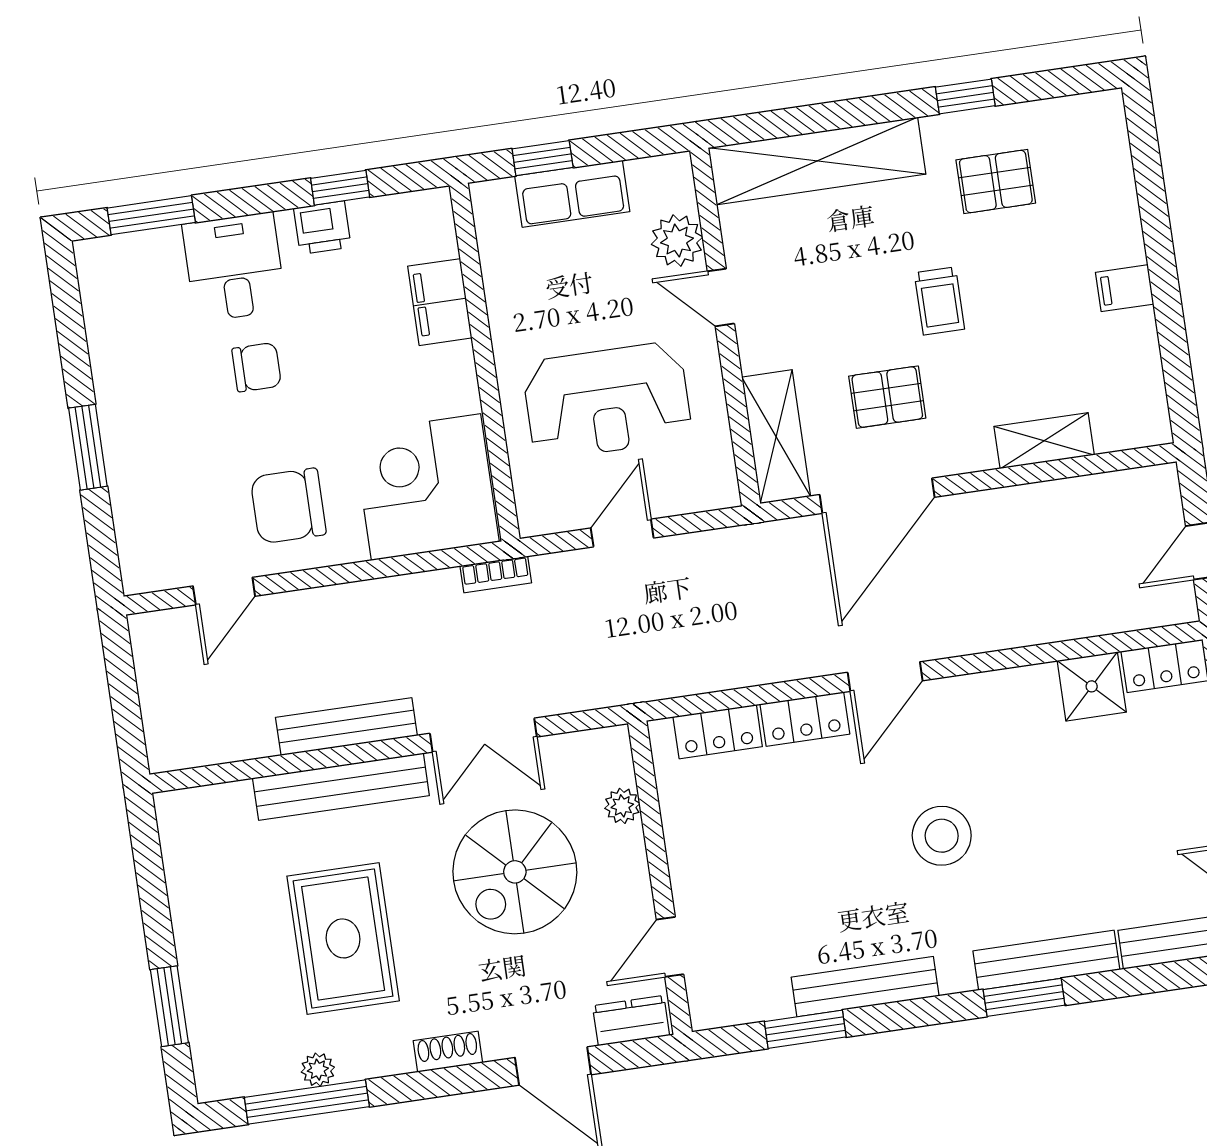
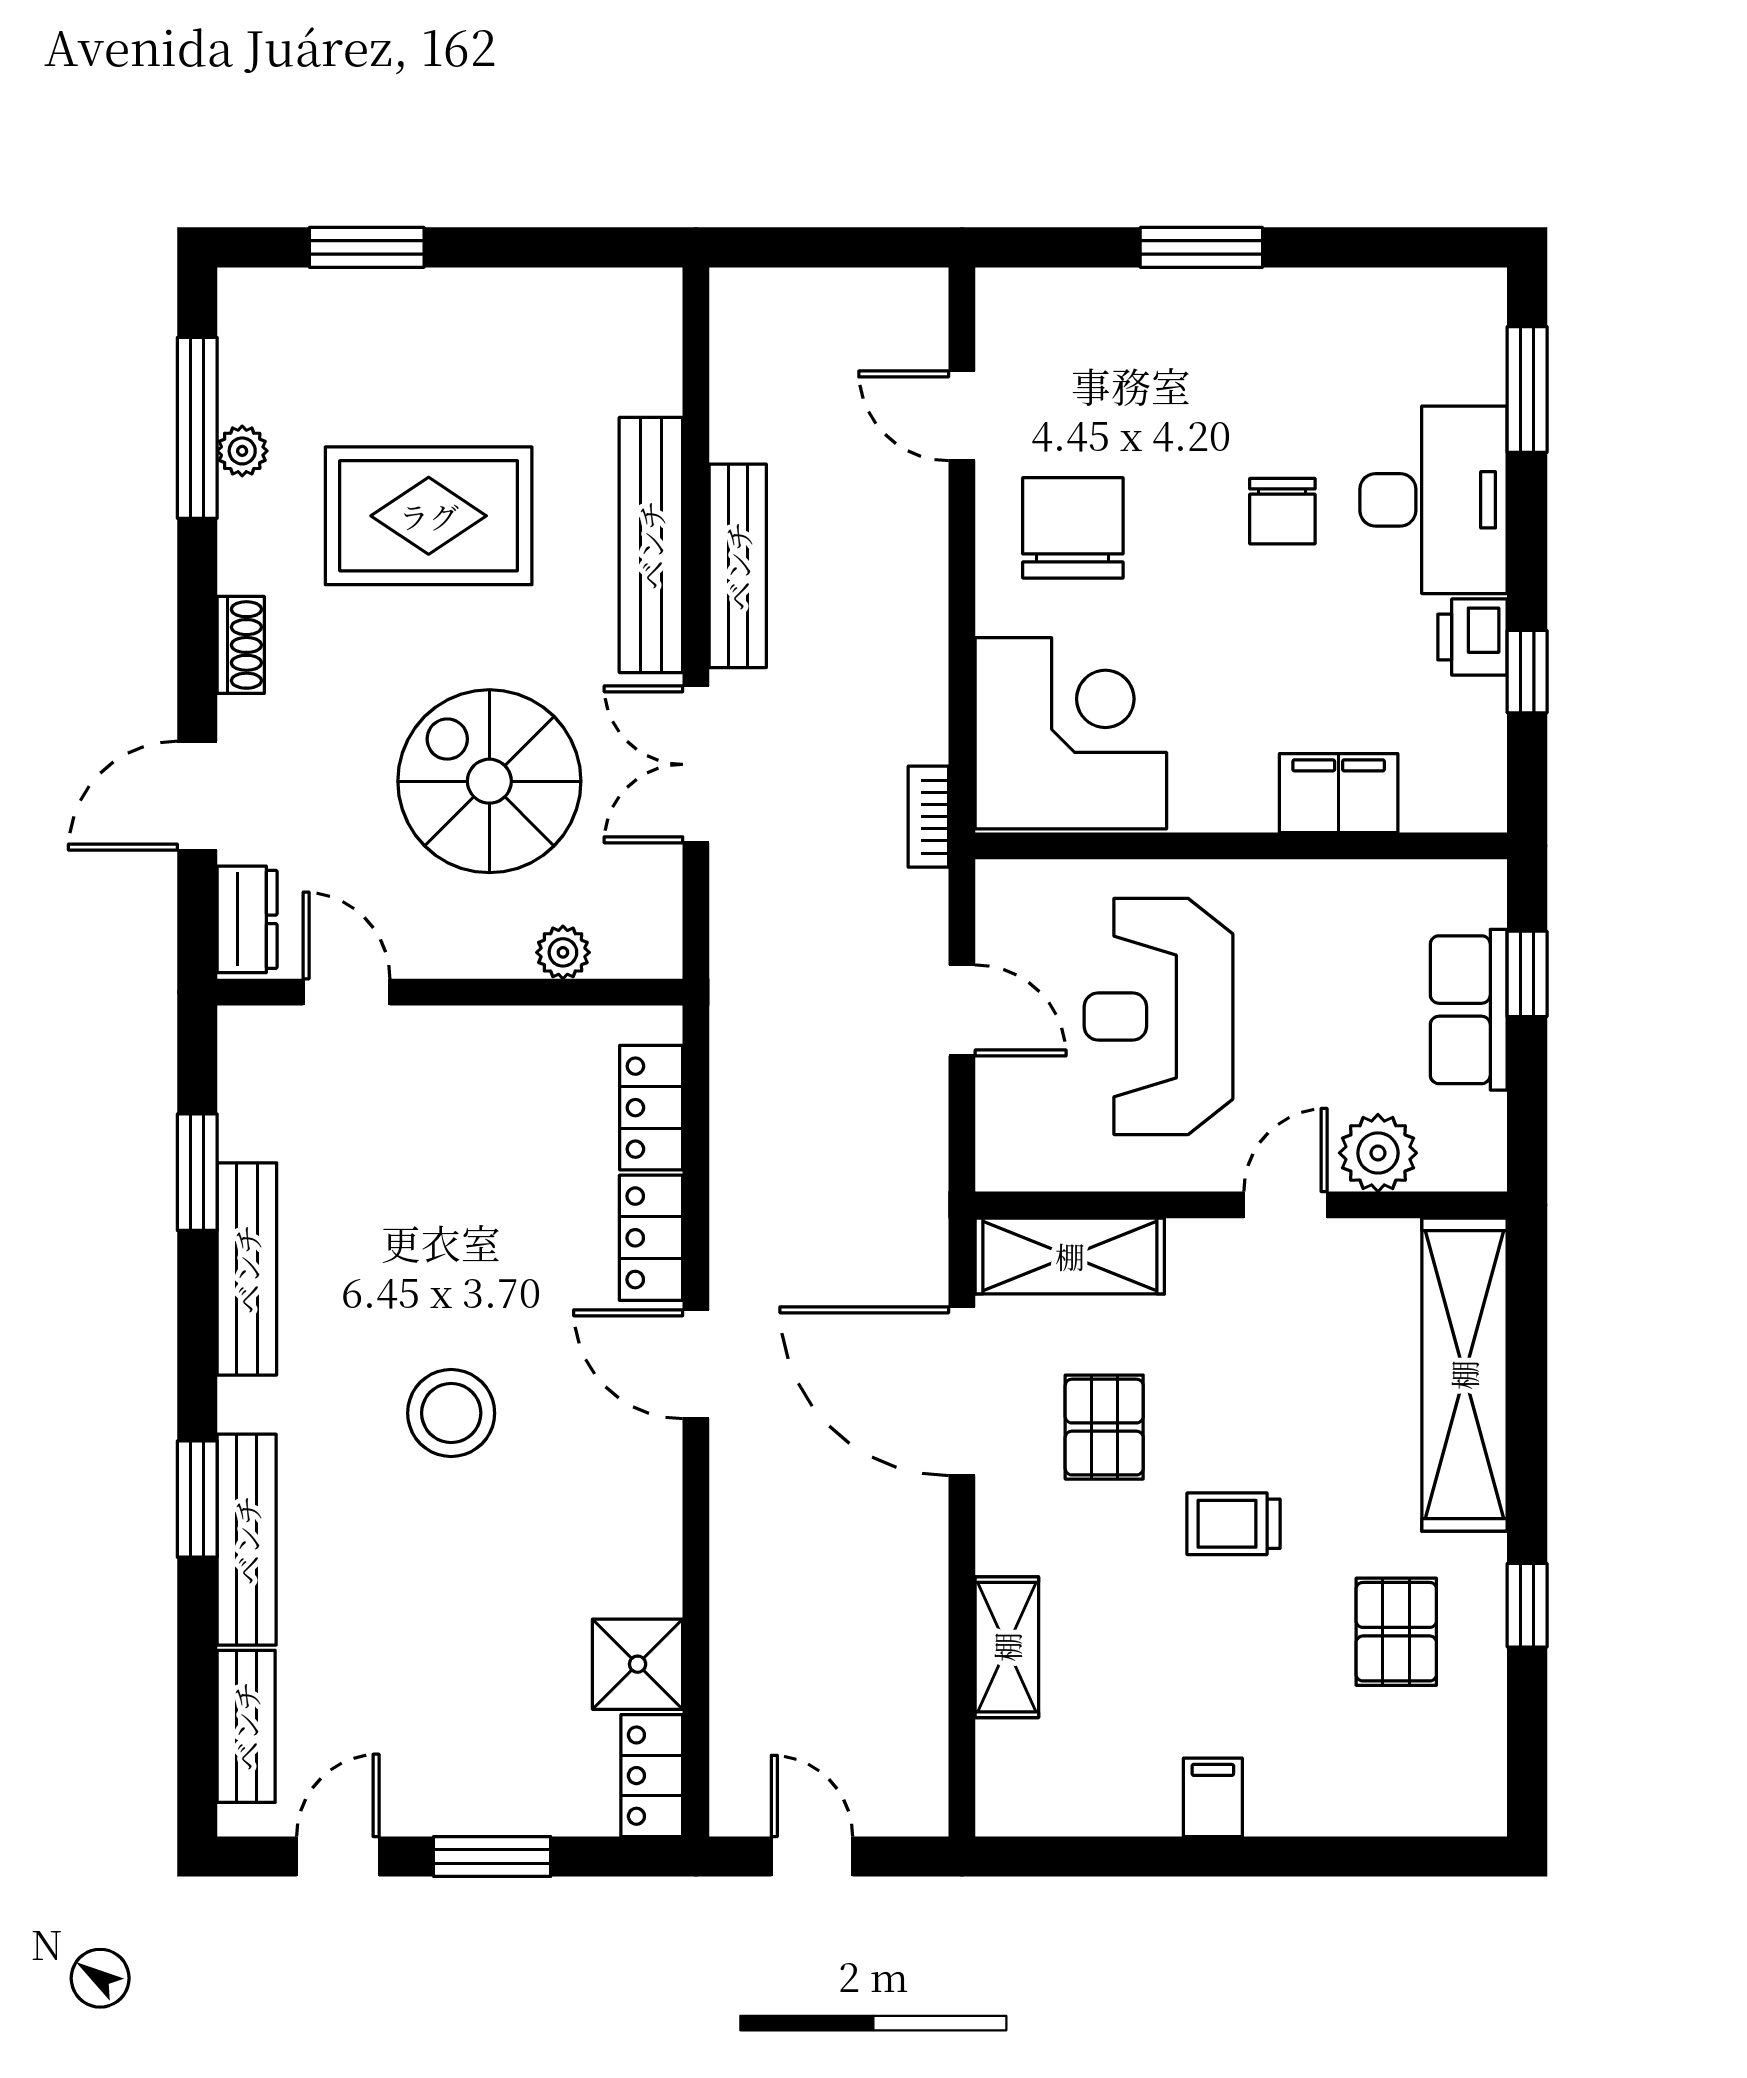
desk: (234, 267) -> (1434, 500), width x1.37

